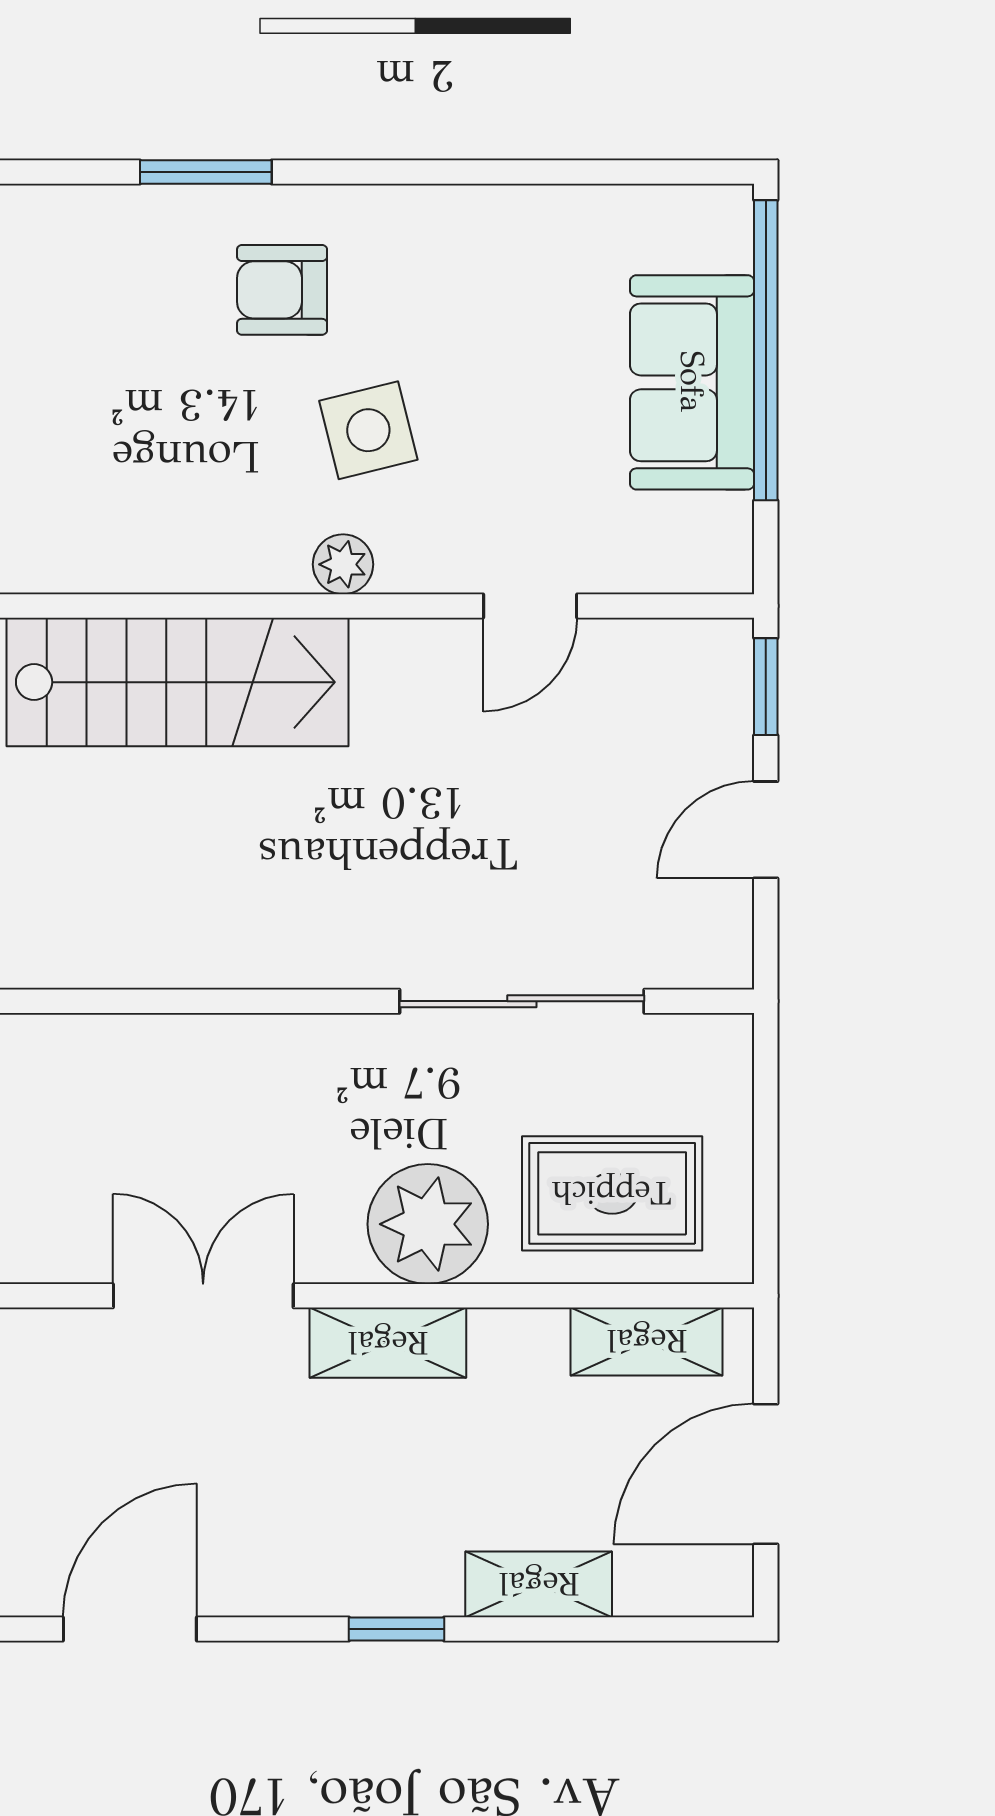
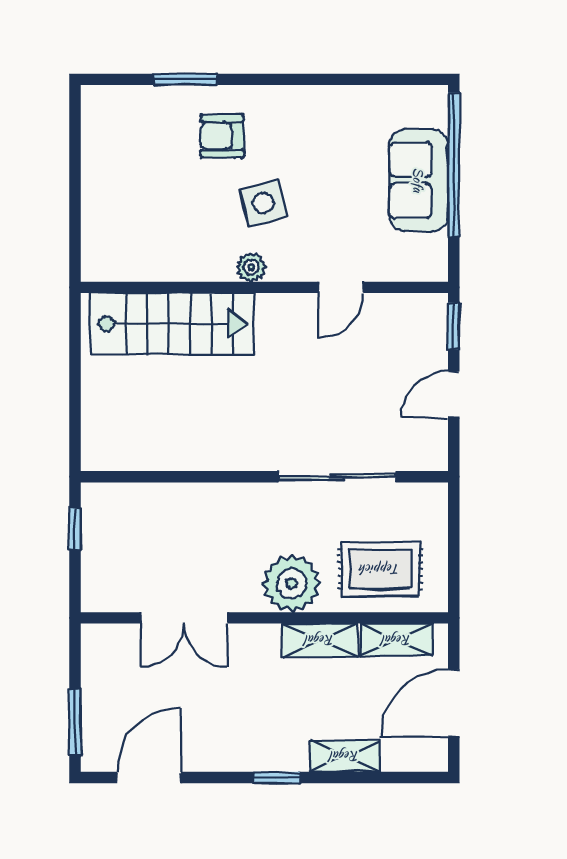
double door: (203, 1296) -> (184, 618), swing flipped
shelving: (388, 1343) -> (320, 640), moved

